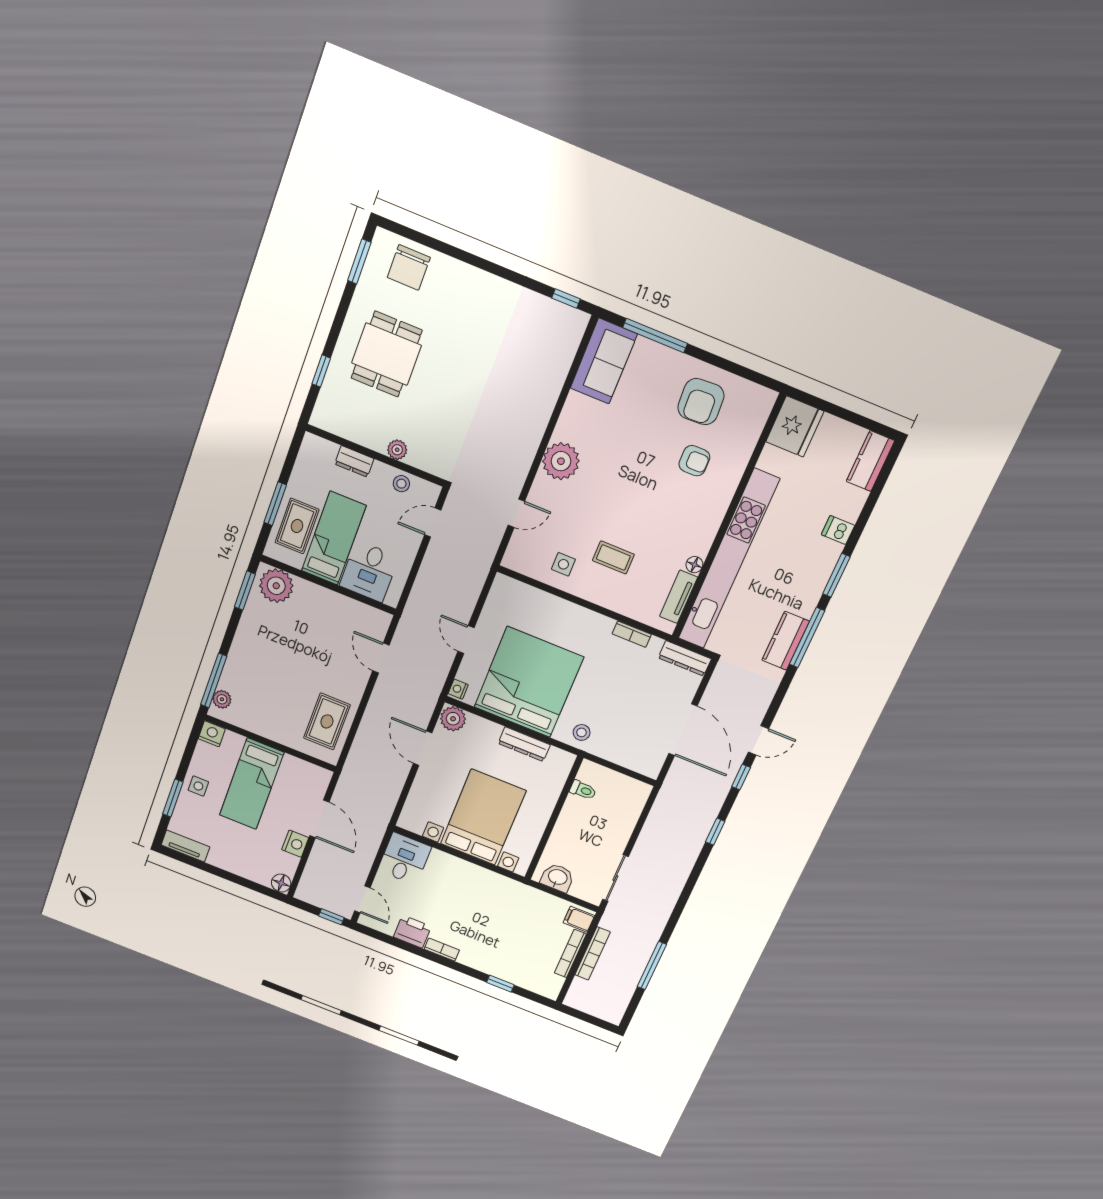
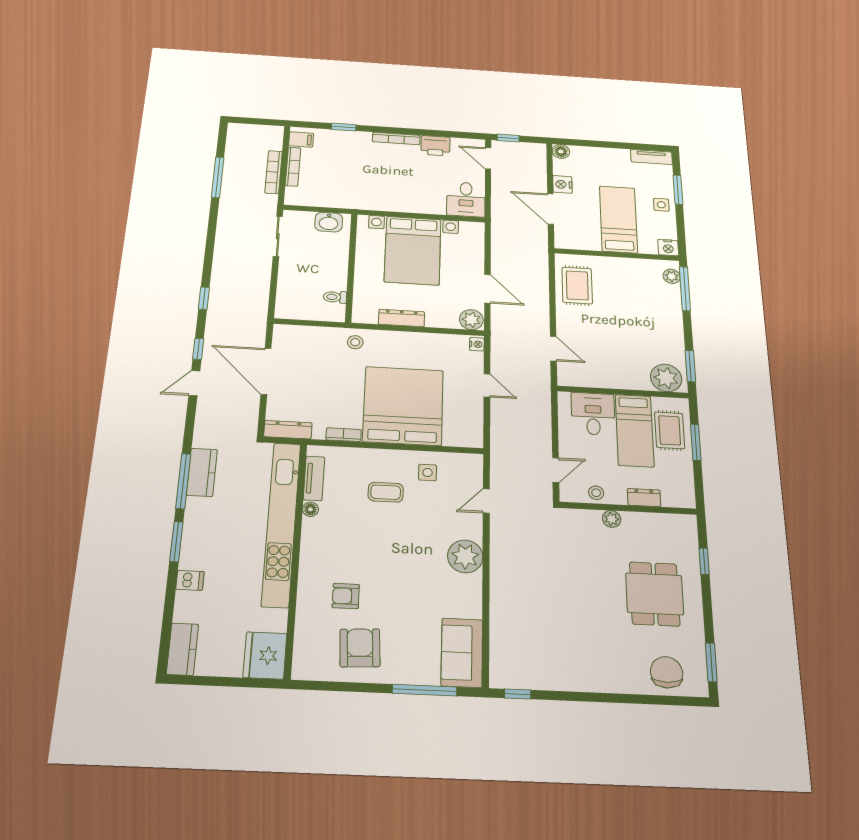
bed: (529, 682) -> (403, 406), moved, turned 180
filing cabinet: (579, 919) -> (301, 140), moved
bookcase: (442, 950) -> (396, 138), width x1.56

